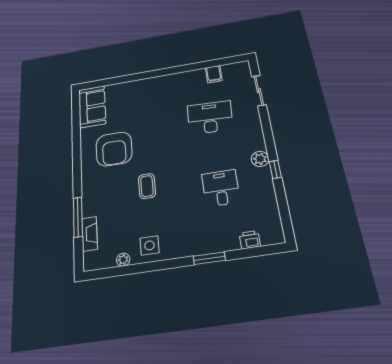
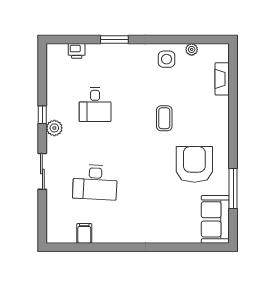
sliding door: (259, 91) -> (42, 171), moved
window: (78, 217) -> (233, 188), moved

